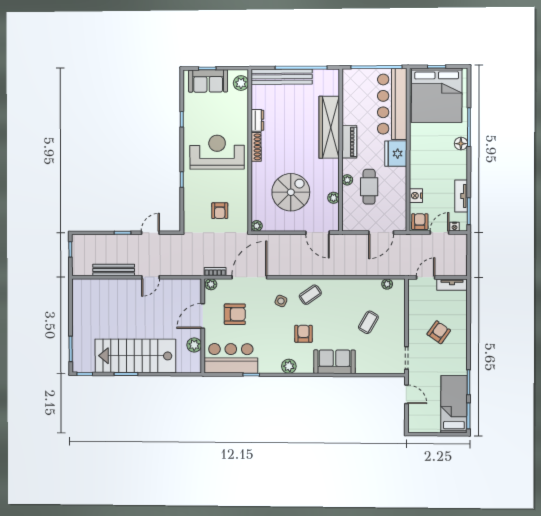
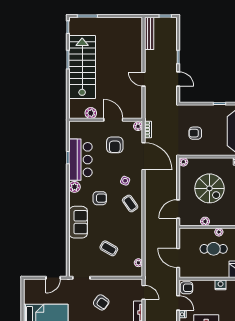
nightstand: (416, 196) -> (221, 285), moved
bench: (114, 270) -> (149, 33), moved
bar counter: (231, 358) -> (80, 160), moved

